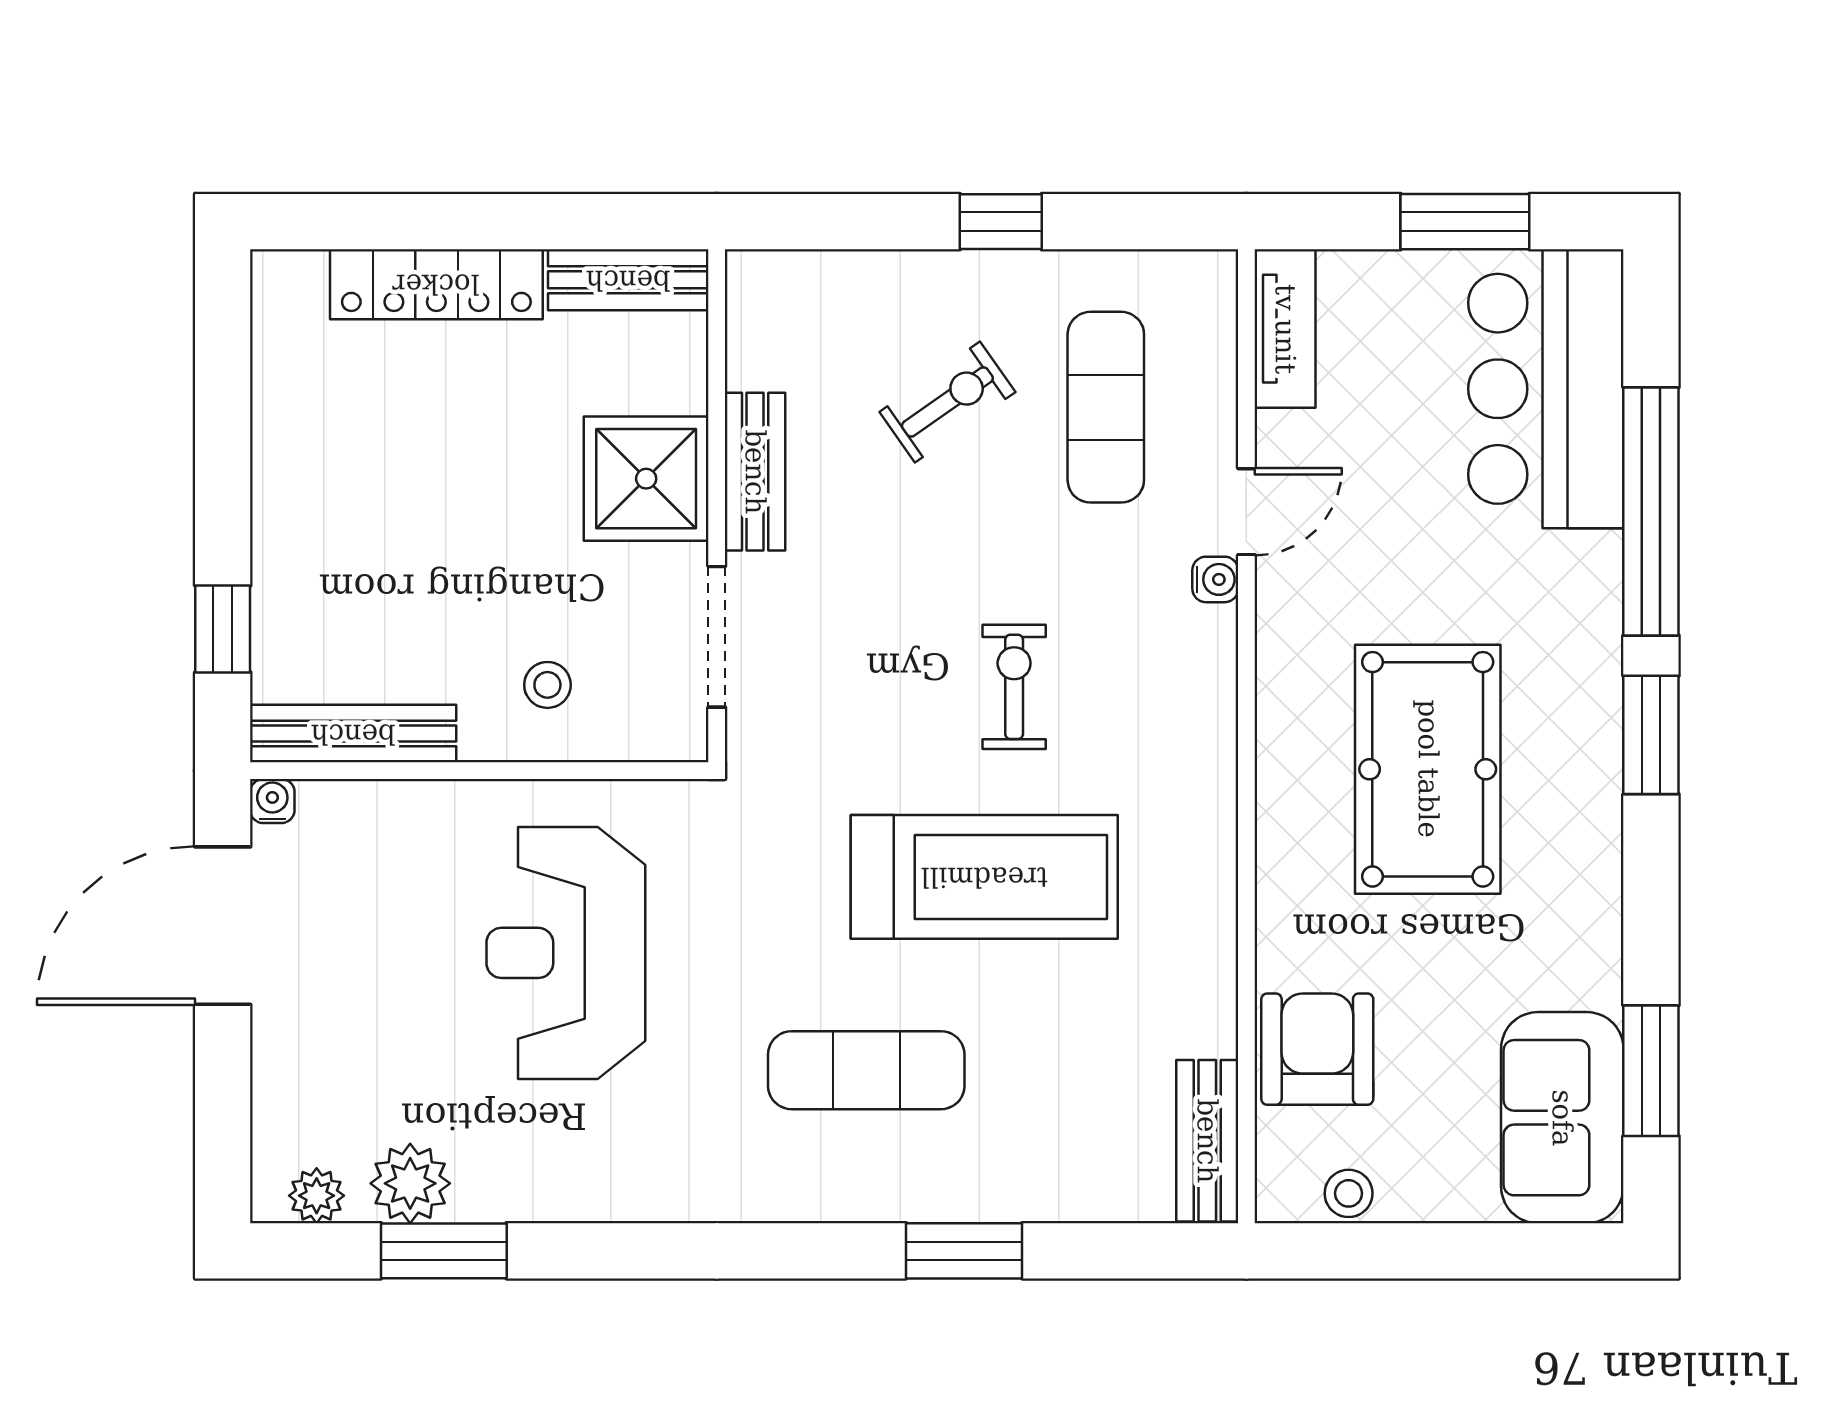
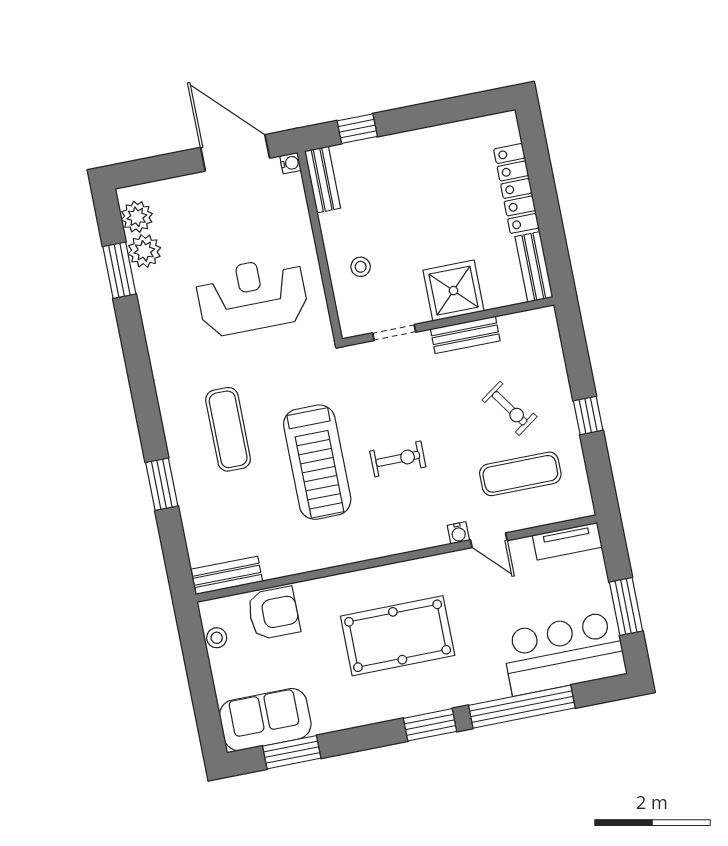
doorway: (717, 637) -> (394, 332), width x0.73
bench: (353, 734) -> (323, 180), width x0.73
plant: (317, 1196) -> (137, 217), width x1.38, depth x1.38

